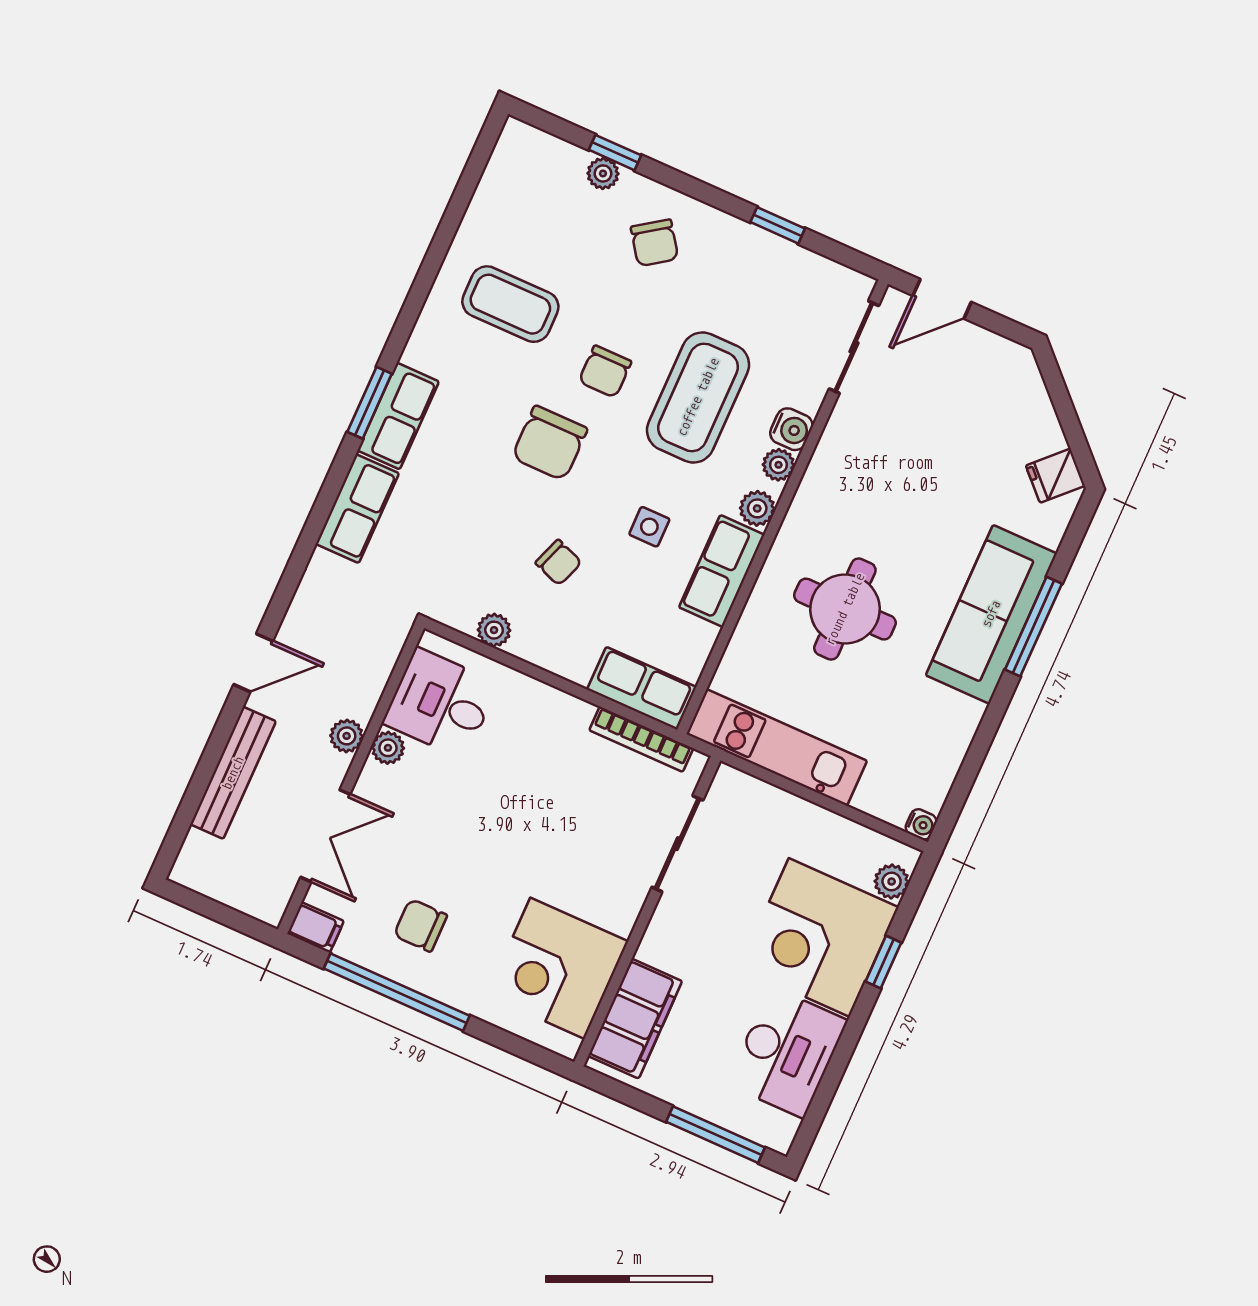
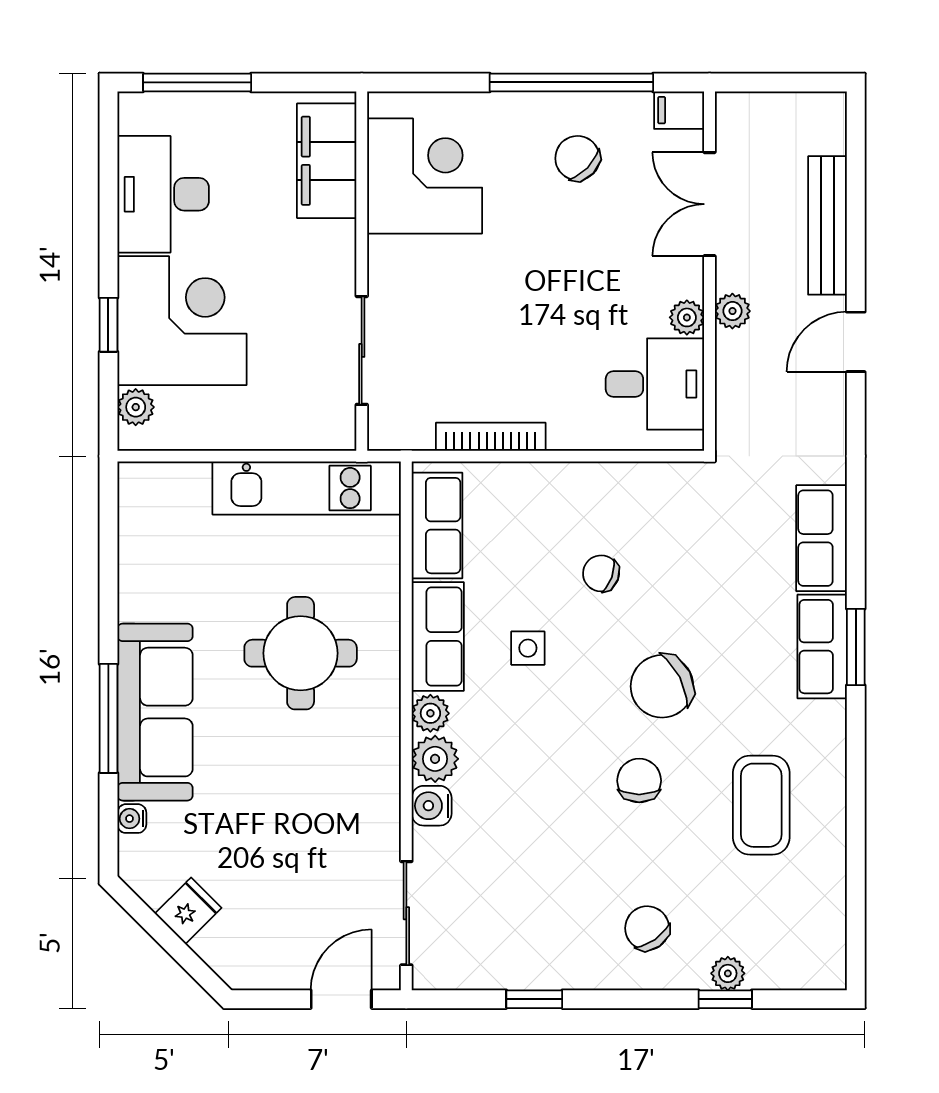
coffee table: (510, 304) -> (761, 805), turned 90
coffee table: (698, 397) -> (537, 796), removed
chair: (550, 443) -> (662, 686), turned -117
plant: (779, 465) -> (435, 759), width x1.38, depth x1.38
fridge: (1055, 476) -> (188, 911), moved
plant: (494, 630) -> (635, 479), removed
row of seats: (642, 688) -> (437, 526), moved, turned -90
bookcase: (641, 739) -> (491, 437), moved
water cooler: (921, 824) -> (132, 819), moved
chair: (420, 925) -> (577, 158), turned -136

